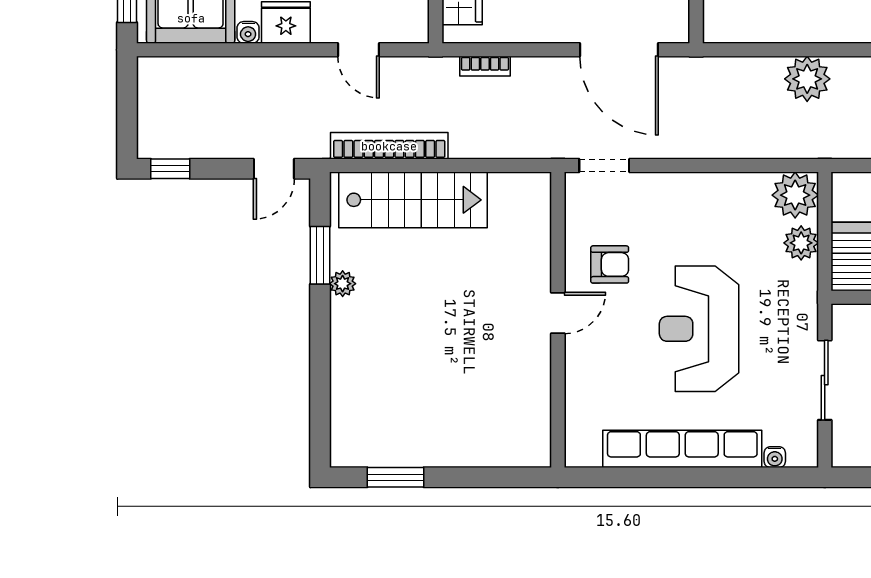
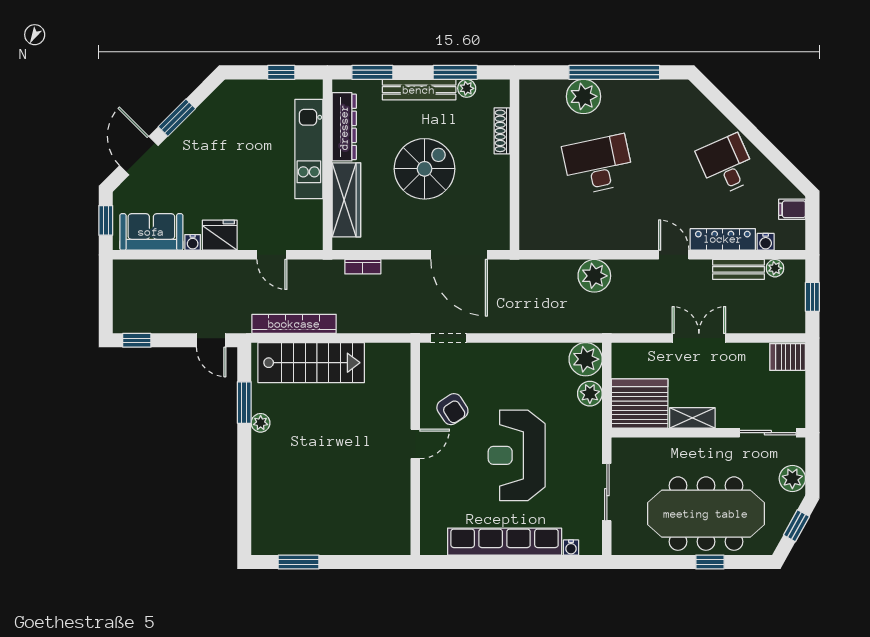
door: (274, 169) -> (211, 340), hinge flipped
armchair: (610, 264) -> (452, 409), turned 57

